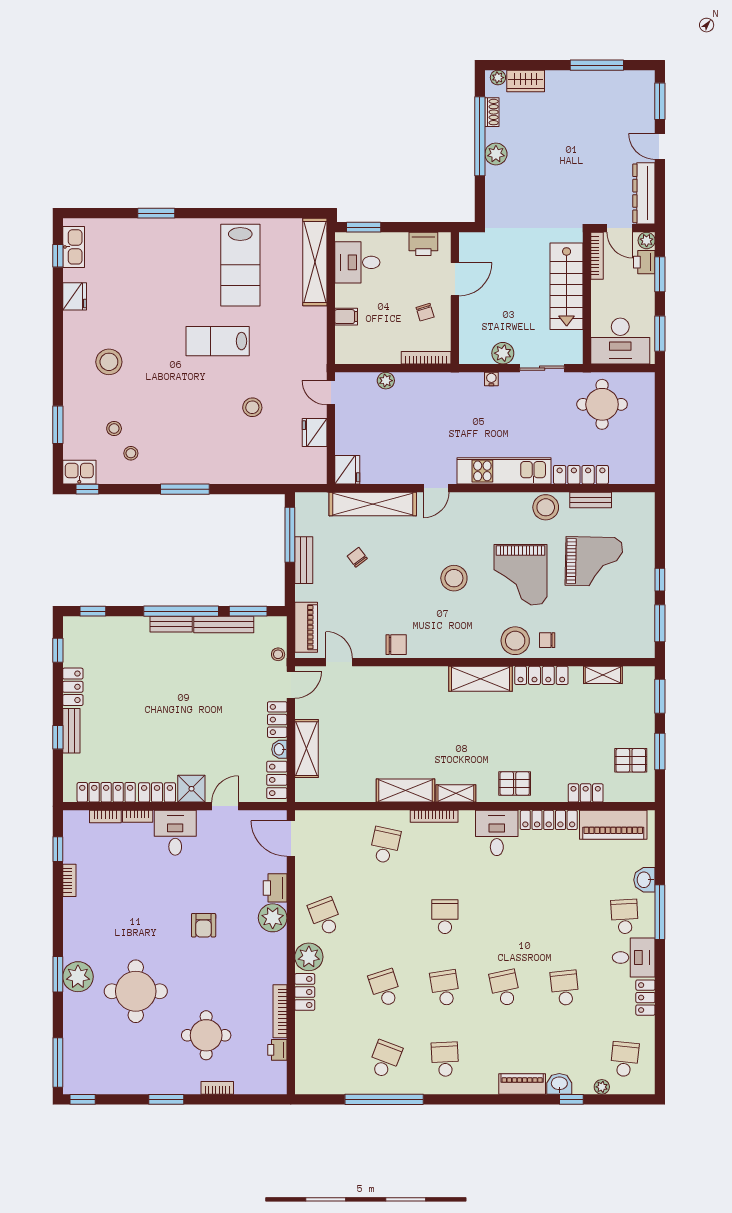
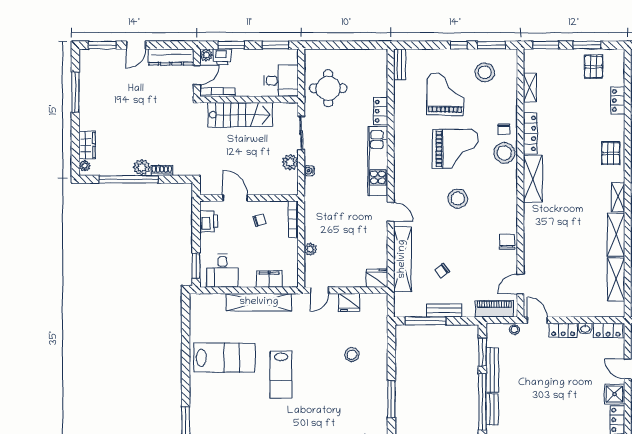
shoe rack: (492, 112) -> (162, 170), moved
shelving: (315, 262) -> (259, 302), moved
filing cabinet: (346, 317) -> (269, 279), width x2.00
desk: (620, 341) -> (281, 81), width x0.73
stool: (252, 407) -> (352, 355), moved
locker: (581, 475) -> (381, 111), width x0.66
bench: (591, 500) -> (400, 64), moved
stool: (546, 507) -> (485, 72), moved
shelving: (306, 749) -> (616, 279), moved, turned 90

